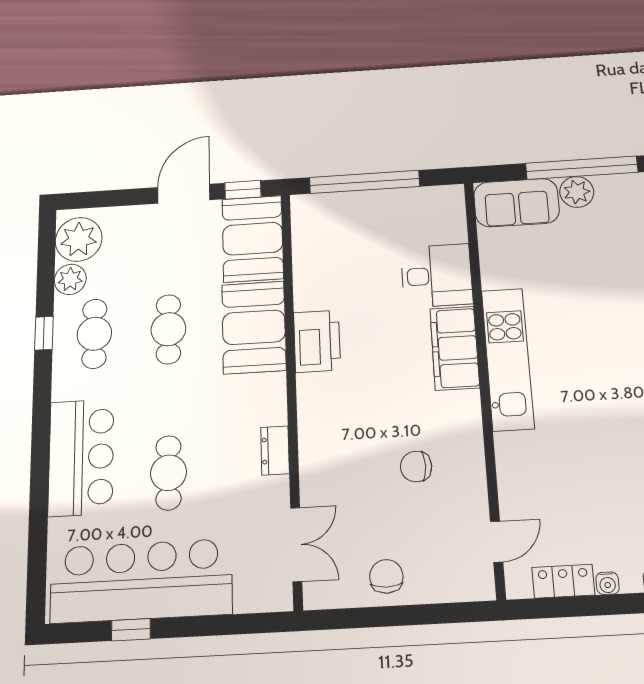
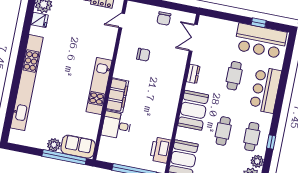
window: (582, 168) -> (64, 157), moved
booth: (254, 327) -> (193, 110), moved
printer: (317, 341) -> (160, 150), moved
bar counter: (141, 581) -> (261, 41), width x0.73

